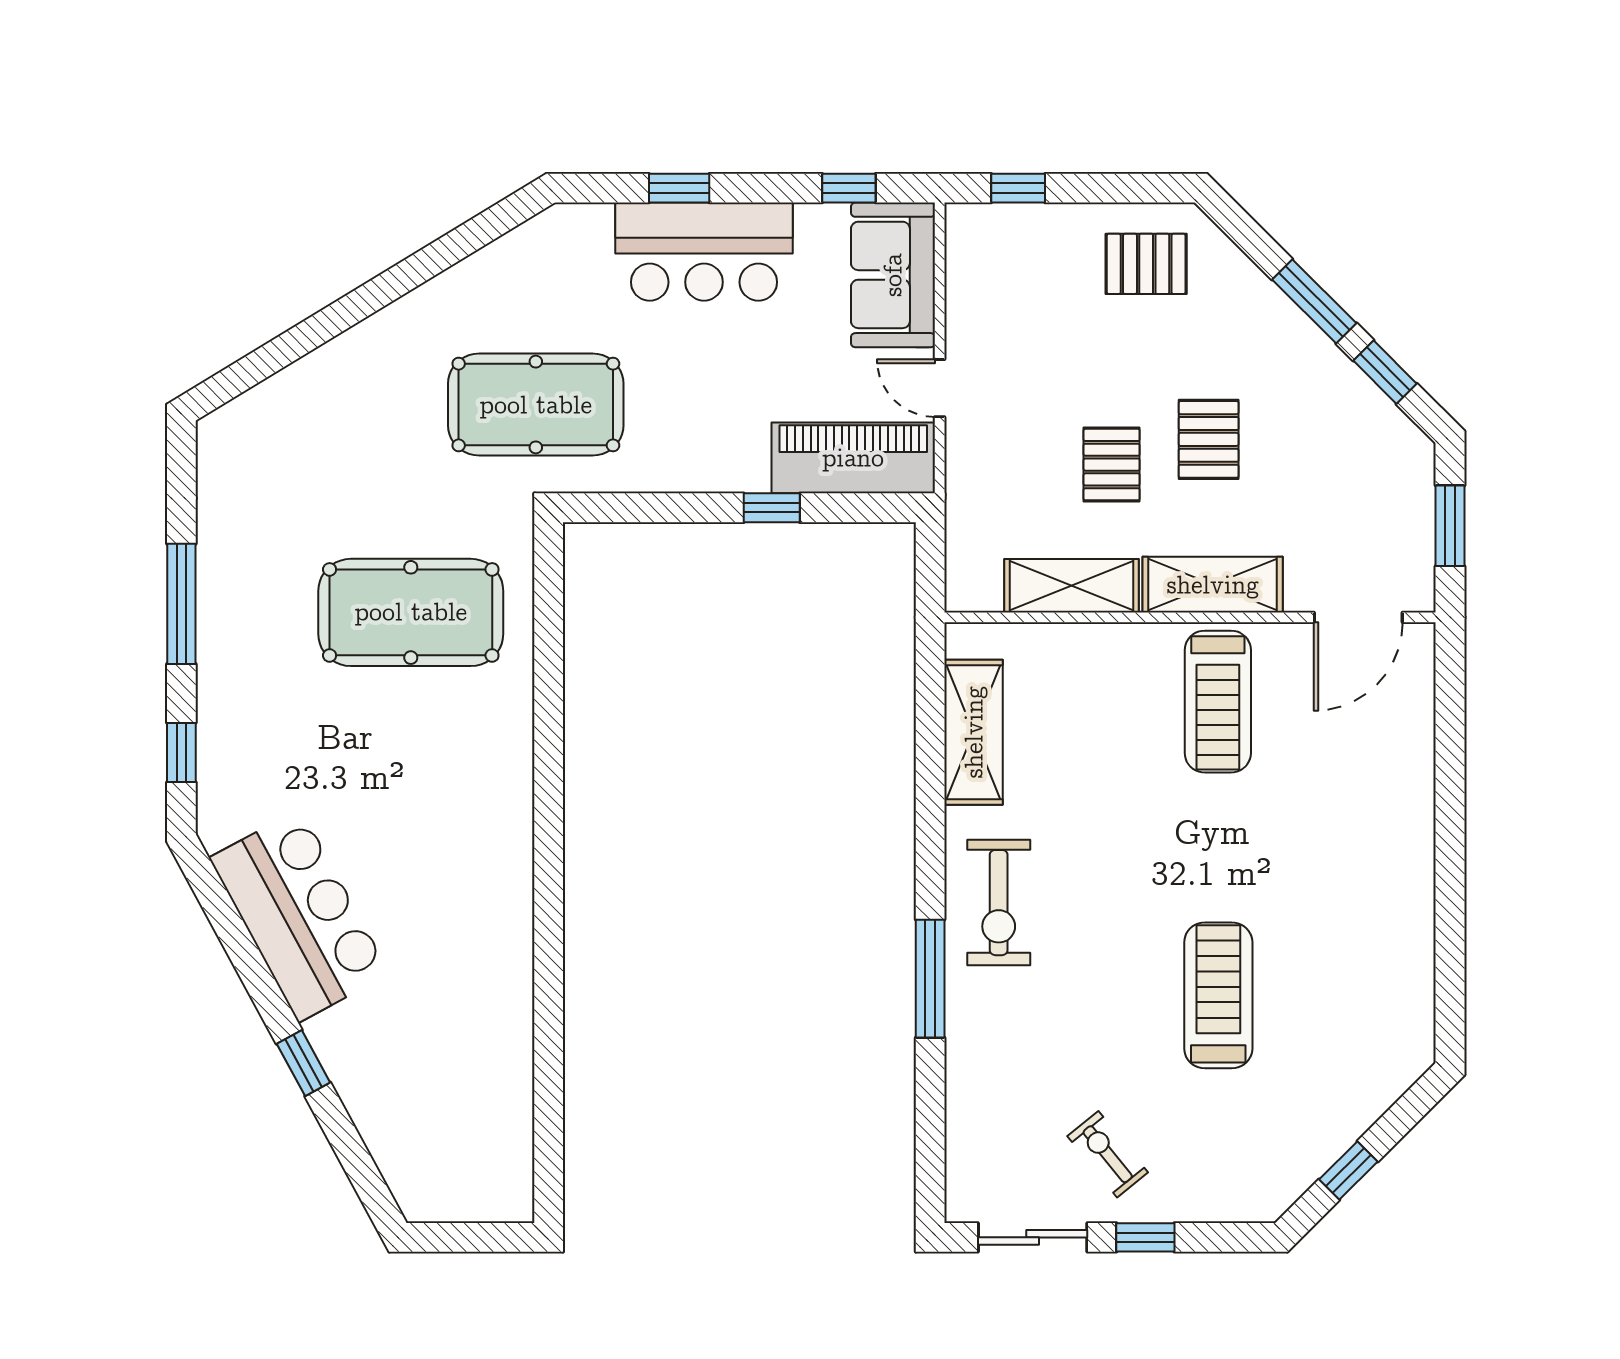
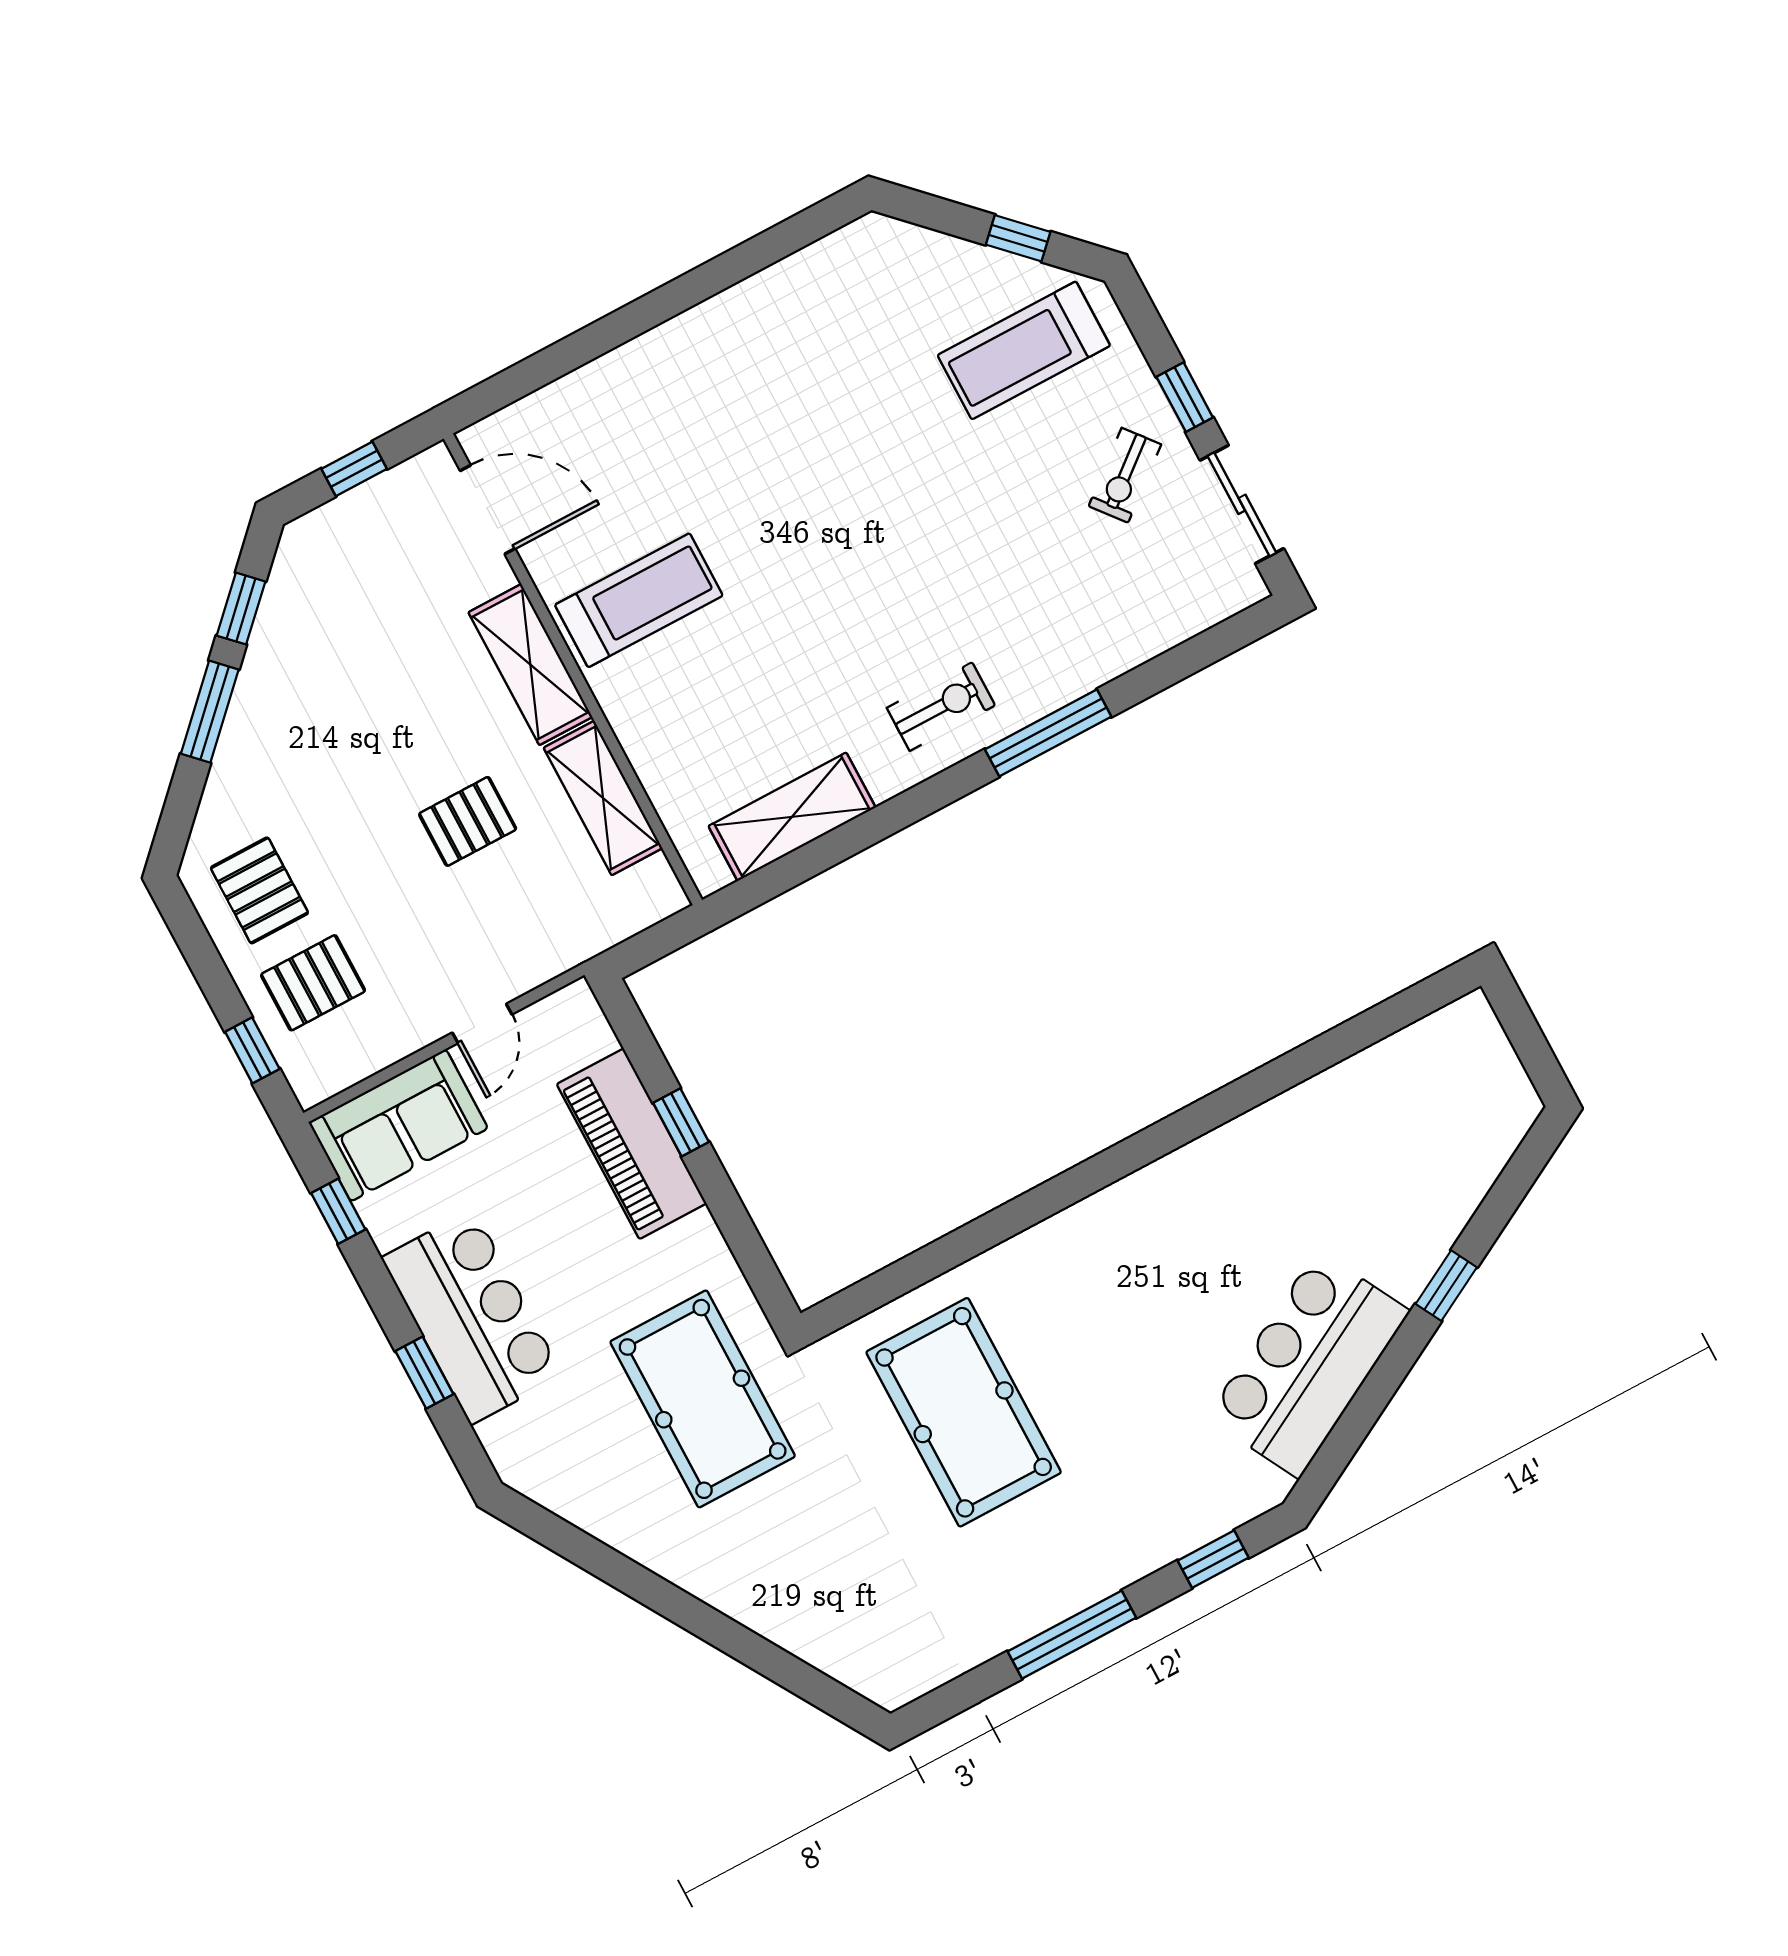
pallet: (1209, 439) -> (313, 983), moved
piano: (853, 458) -> (632, 1144), moved
window: (1450, 526) -> (354, 469), width x0.67
exercise bike: (999, 903) -> (941, 707), width x0.73, depth x0.72
treadmill: (1218, 995) -> (1024, 350), moved

